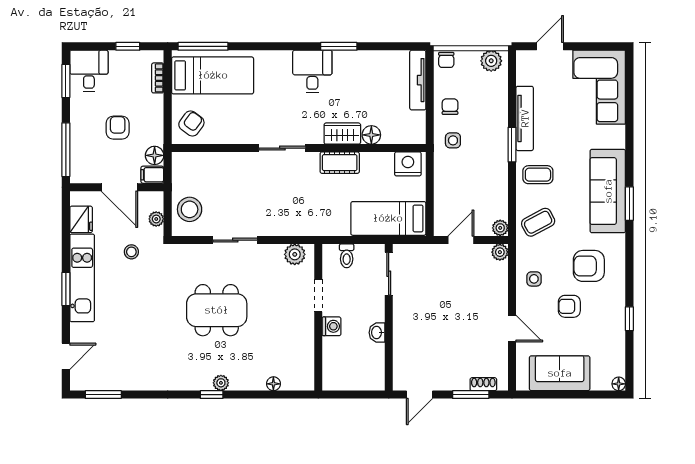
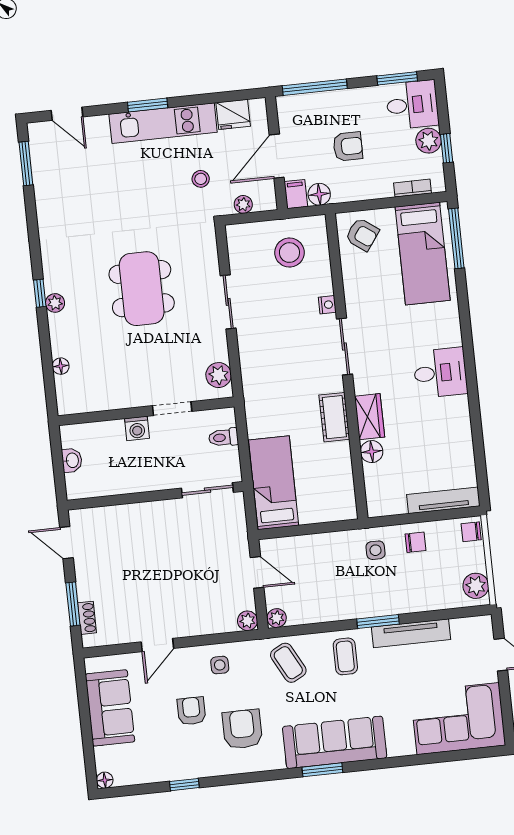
window: (339, 46) -> (474, 401), removed
plant: (120, 61) -> (428, 141), added
nightstand: (408, 164) -> (327, 305), moved, width x0.53, depth x0.56
stool: (190, 209) -> (289, 253), moved
washbasin: (377, 333) -> (72, 460), moved, turned 90

